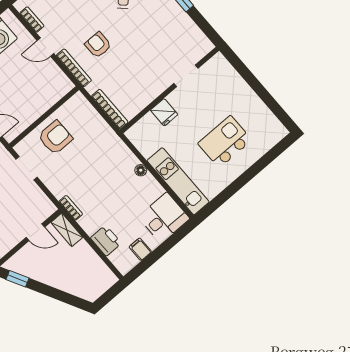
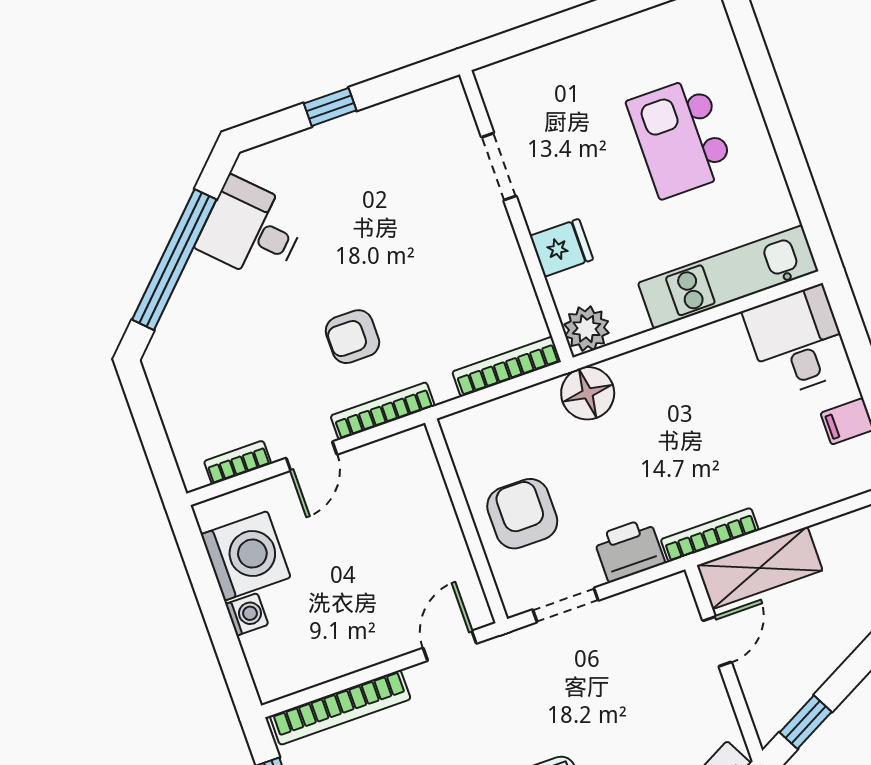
plant: (137, 134) -> (587, 329), added
floor lamp: (141, 170) -> (588, 393), moved, width x1.89, depth x1.89
bookcase: (71, 208) -> (710, 535), width x1.56
shelving: (67, 230) -> (760, 568), width x1.50, depth x1.33
printer: (106, 241) -> (629, 550), moved

